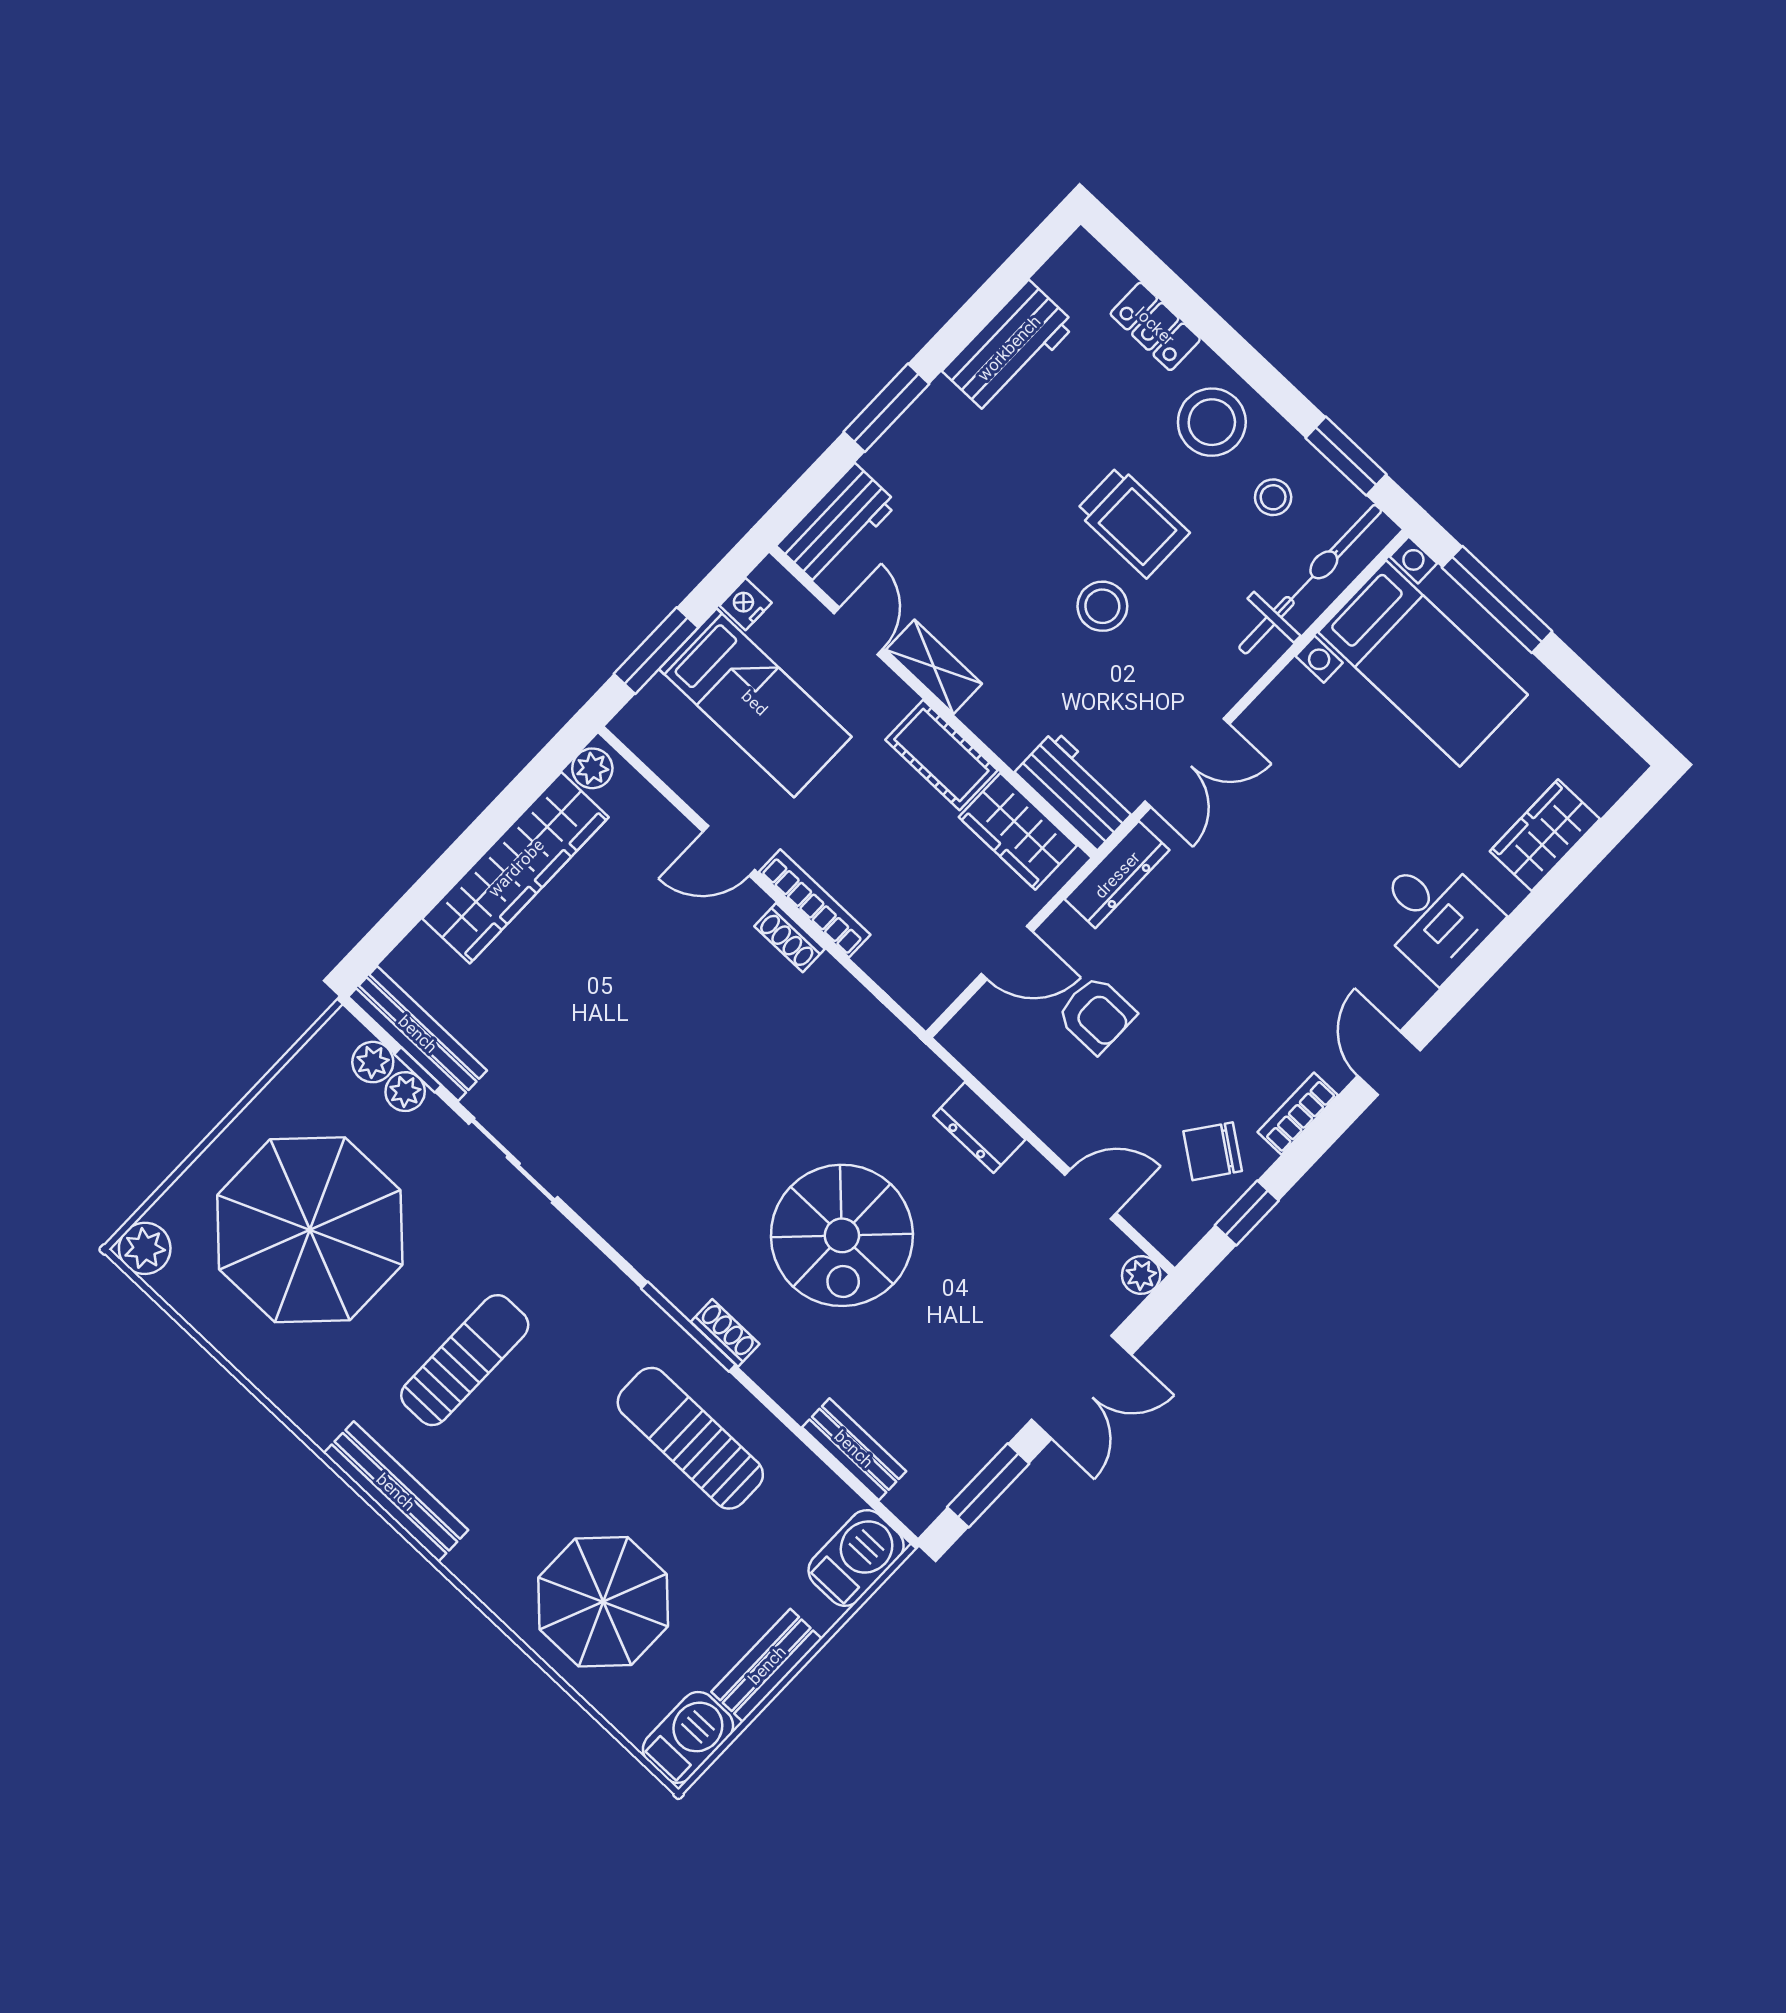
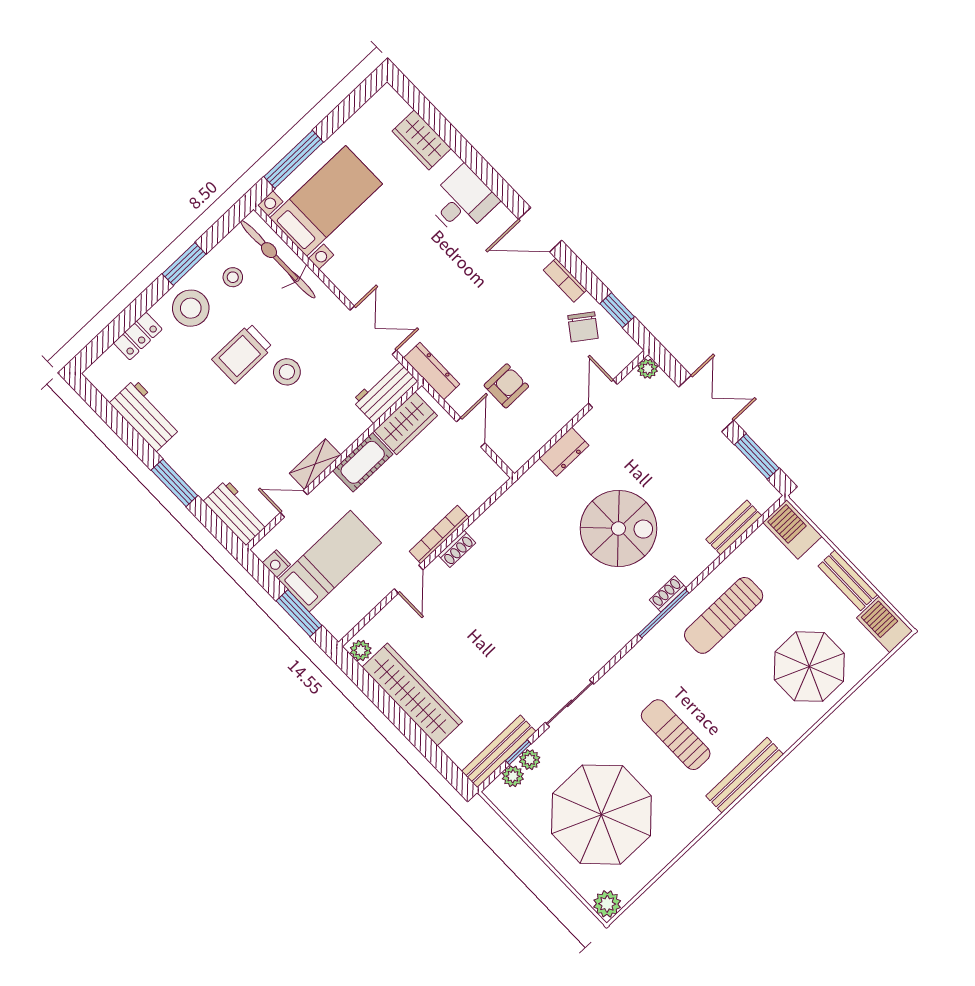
window: (1346, 456) -> (184, 264), moved
trolley: (1132, 522) -> (242, 353), turned 180
door: (1389, 1063) -> (540, 230), width x1.38

